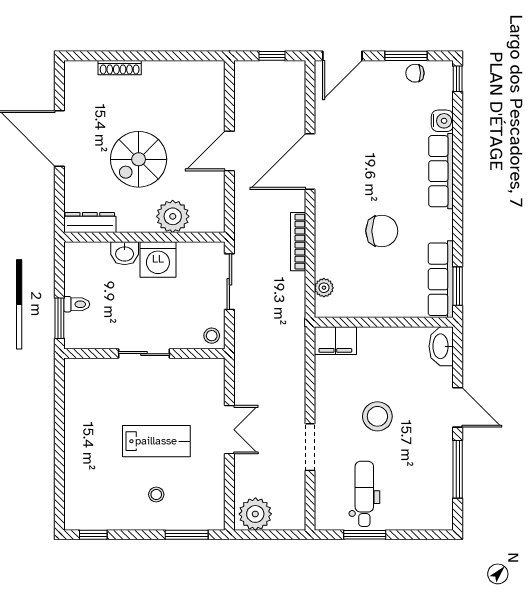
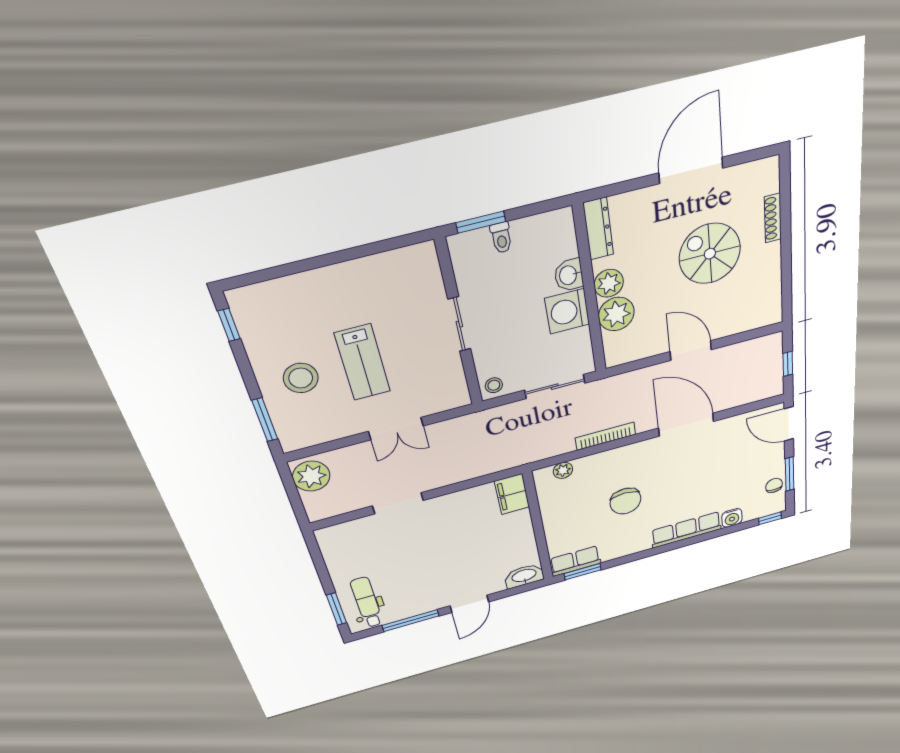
spiral stairs: (139, 159) -> (710, 254), moved
plant: (142, 220) -> (609, 283), added
row of seats: (441, 279) -> (575, 561), width x0.68
stool: (377, 416) -> (445, 548), removed
dental chair: (364, 494) -> (367, 602), moved, turned -90
stool: (156, 495) -> (301, 378), width x1.89, depth x1.89
window: (365, 535) -> (337, 609), moved

